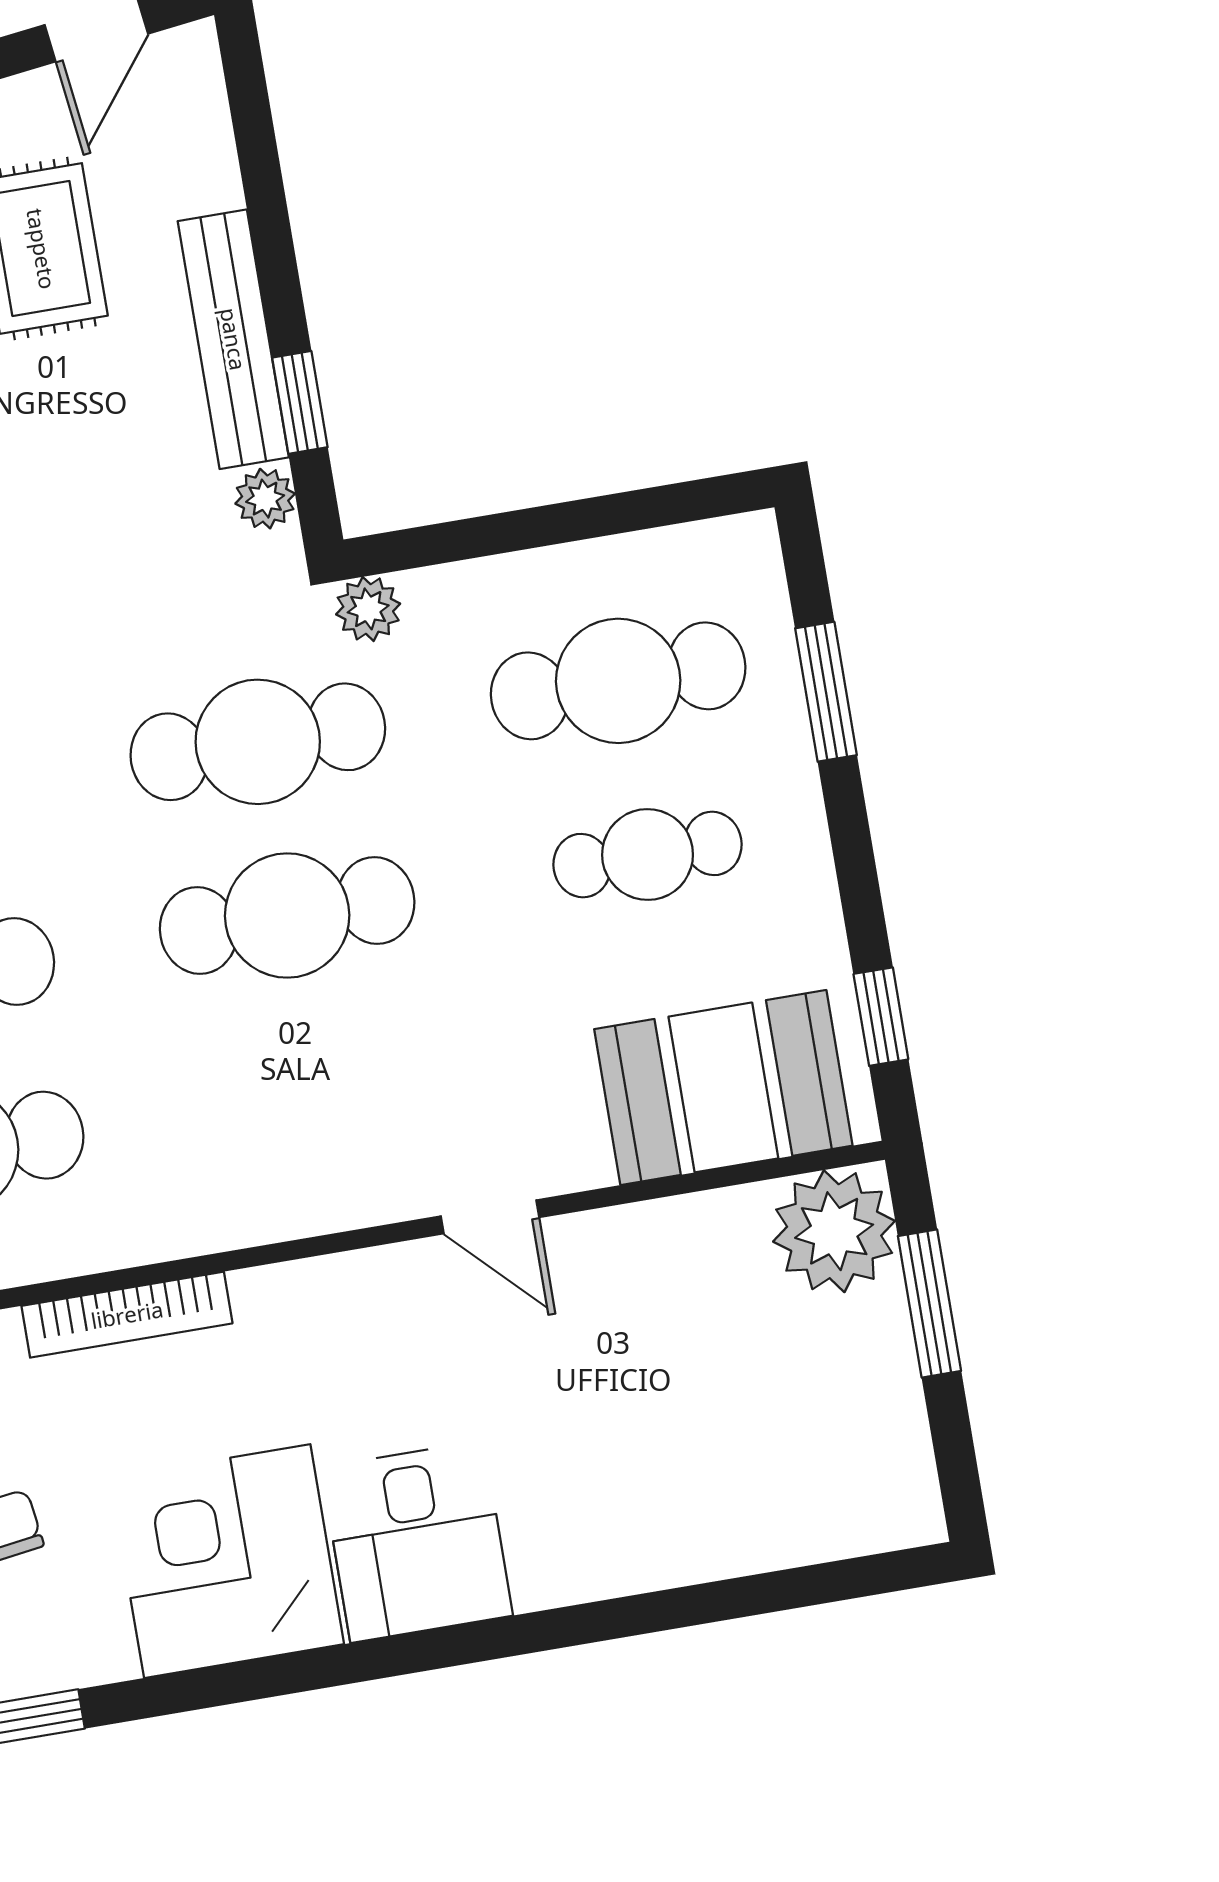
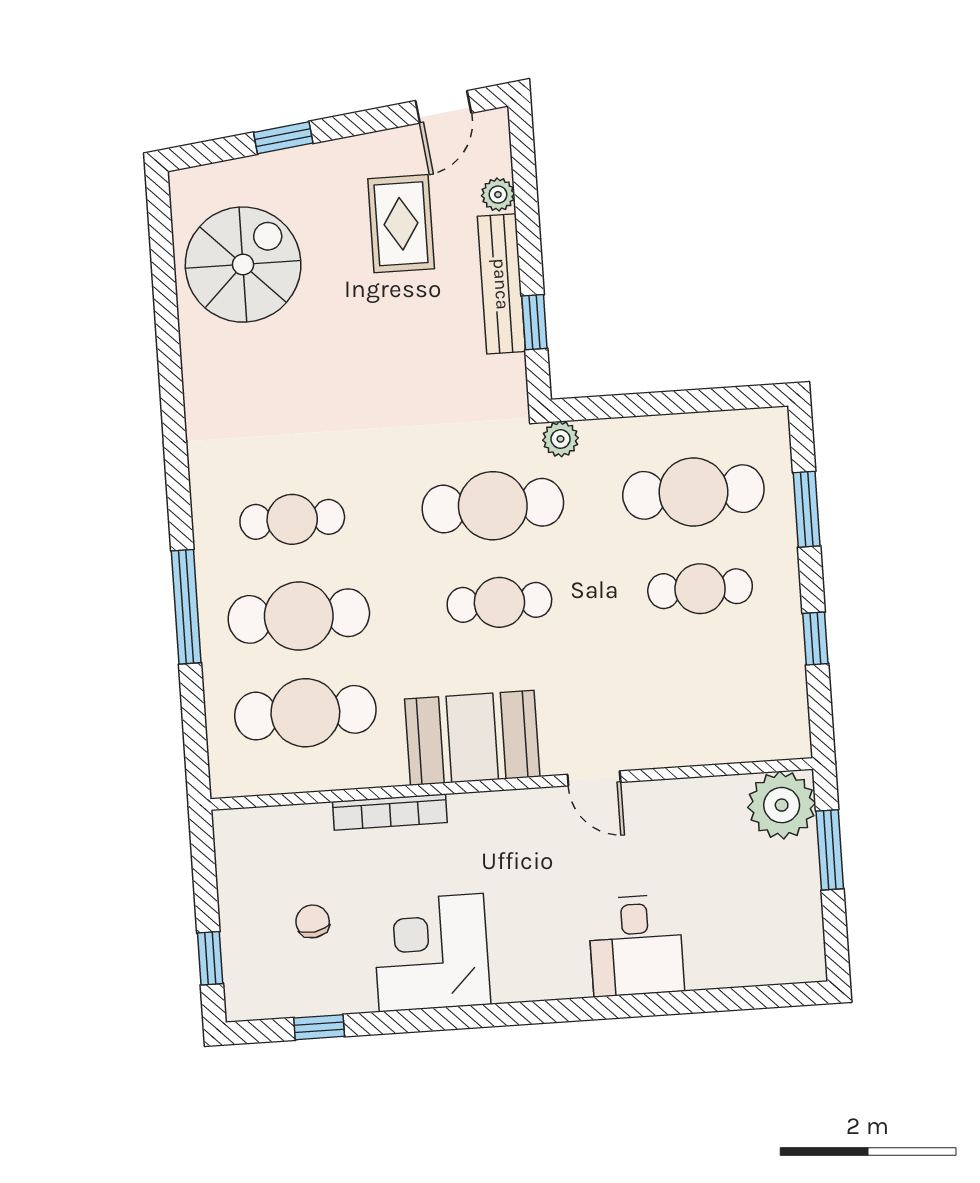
plant: (265, 499) -> (498, 195), moved
cafe table: (287, 915) -> (499, 602), width x0.73, depth x0.74
window: (881, 1017) -> (815, 638), moved
booth: (723, 1087) -> (472, 738), moved
desk: (417, 1542) -> (636, 945), moved

